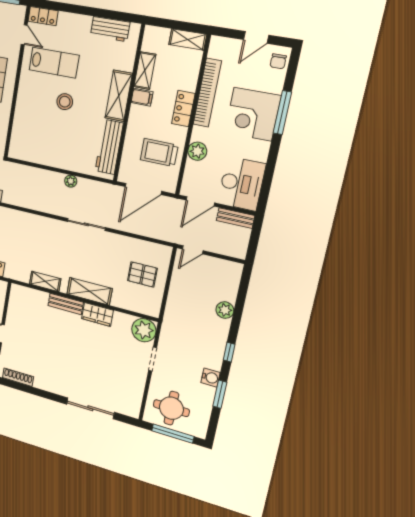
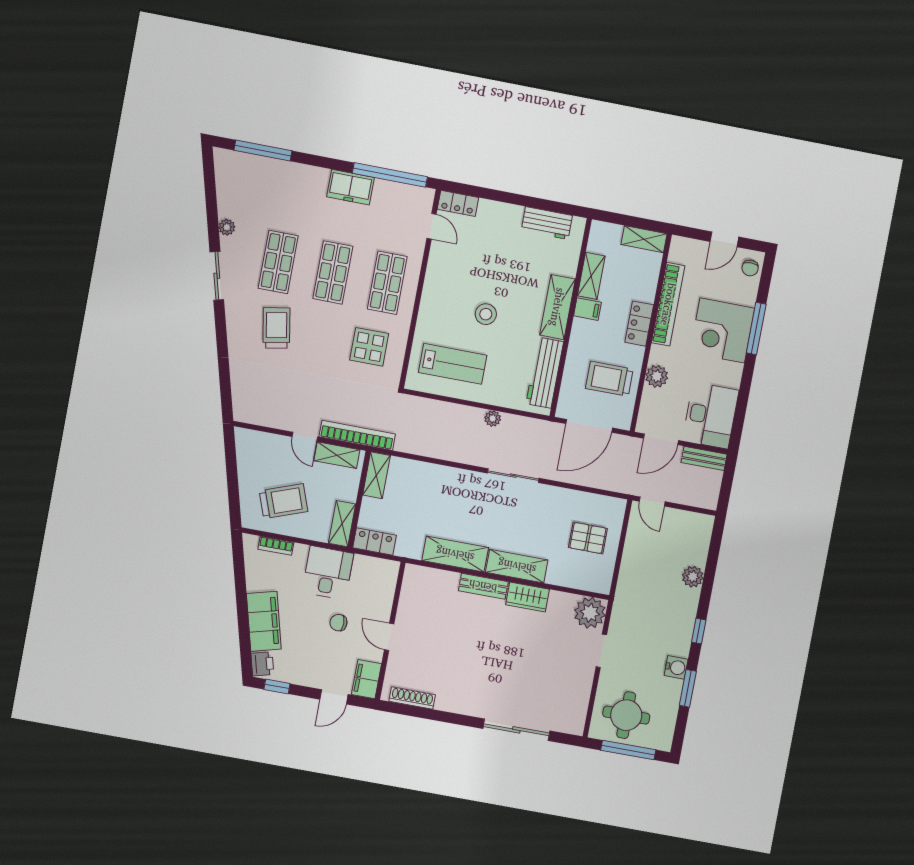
lab bench: (54, 63) -> (453, 364), moved
door: (193, 250) -> (652, 502), hinge flipped
shelving: (45, 281) -> (455, 554), width x1.50, depth x1.33

